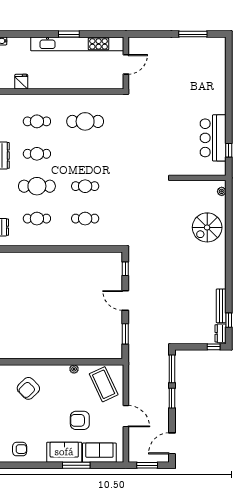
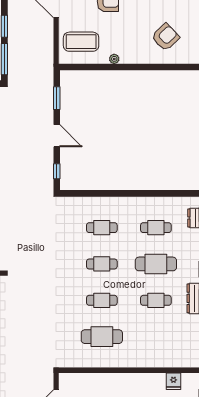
cafe table: (37, 121) -> (102, 300), moved
coffee table: (104, 384) -> (81, 42), turned -65

